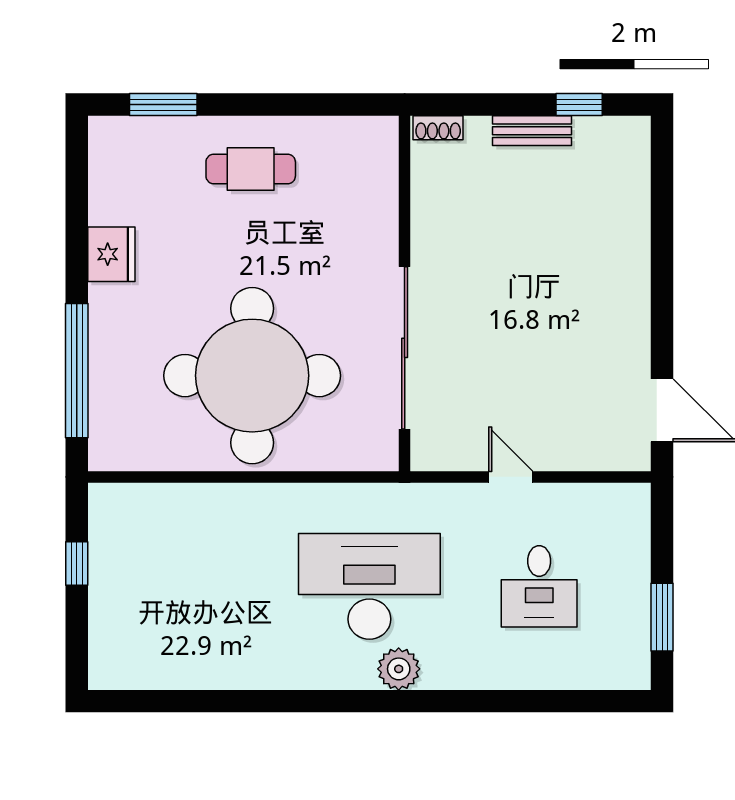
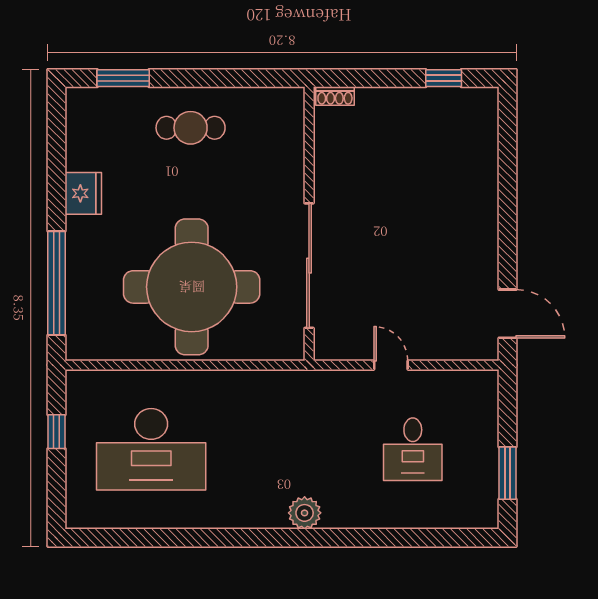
bench: (532, 131) -> (407, 98), removed
desk: (369, 586) -> (151, 449), moved, turned 180

